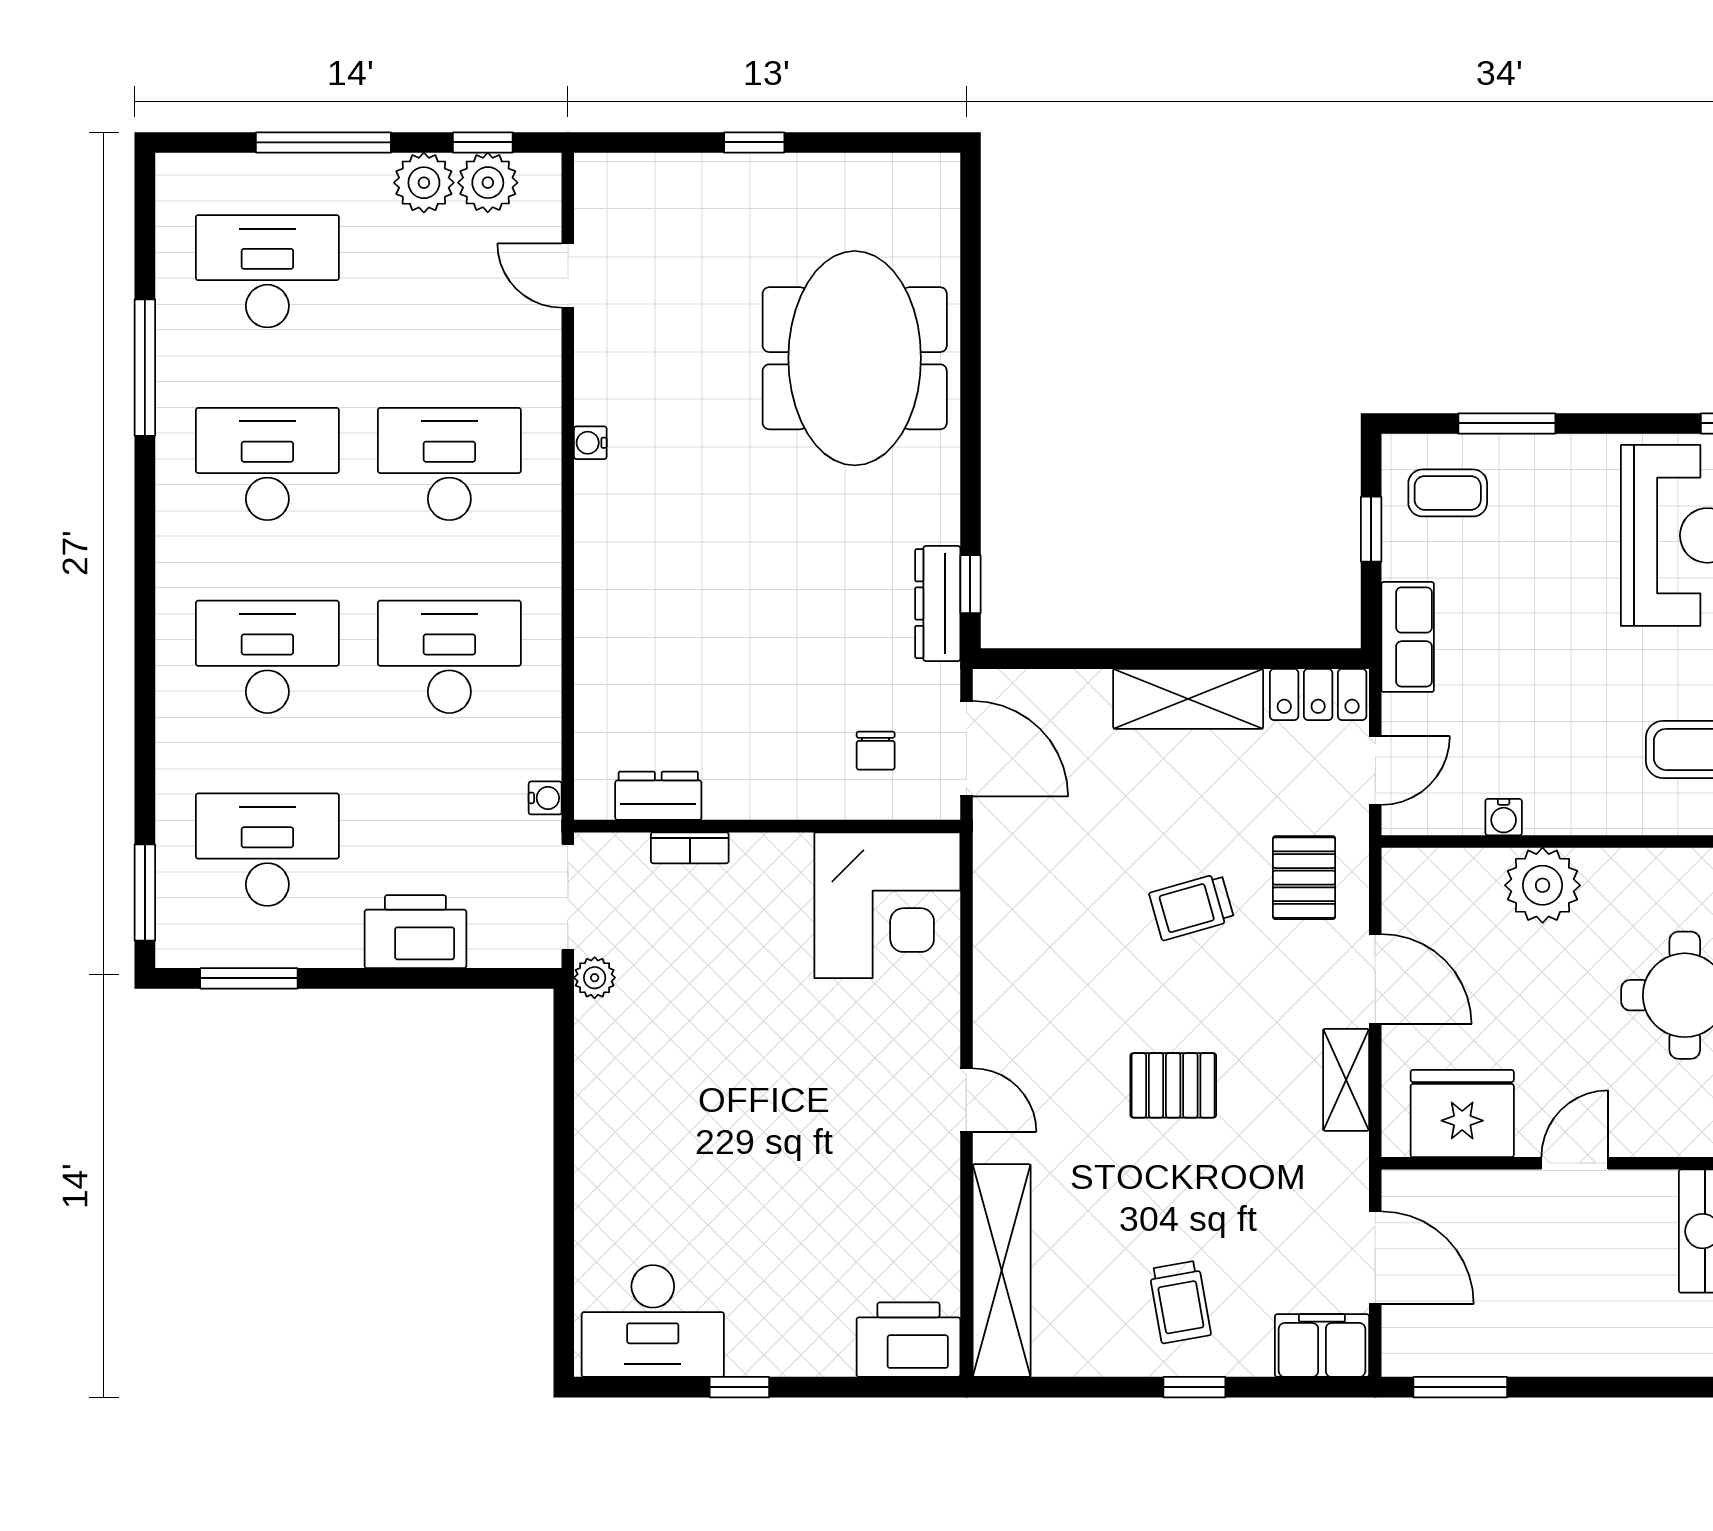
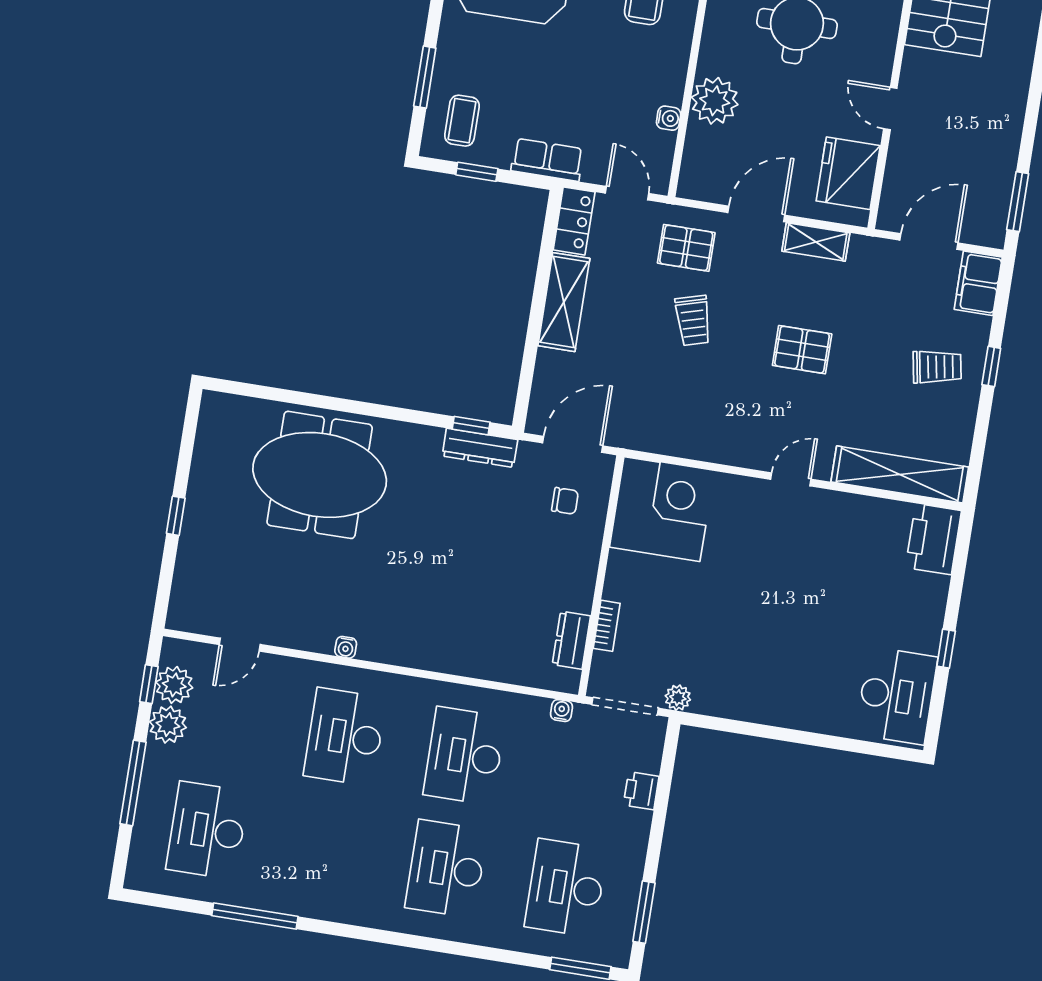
desk: (267, 464) -> (327, 850), removed
printer: (415, 932) -> (641, 791), width x0.53, depth x0.68
pallet: (1173, 1085) -> (802, 350), turned 90

